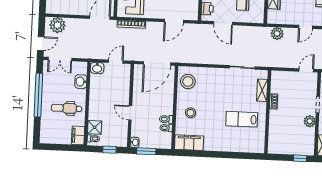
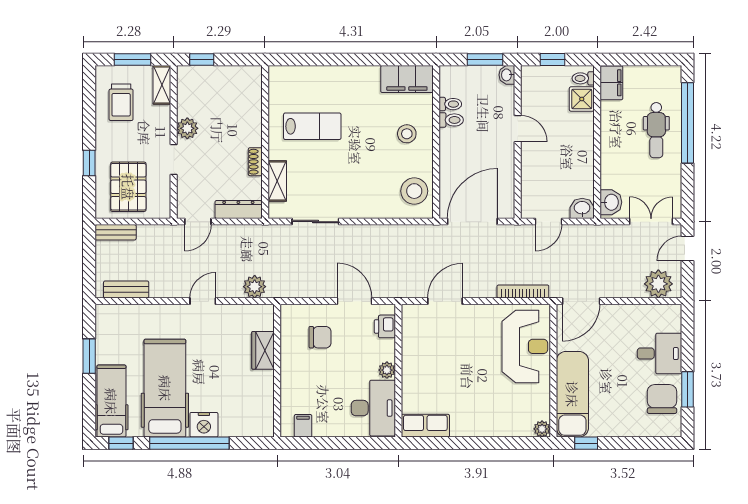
dresser: (284, 76) -> (238, 209), added
washbasin: (81, 82) -> (611, 202), moved
window: (38, 95) -> (688, 123), moved
dental chair: (67, 108) -> (656, 130), moved, turned 90

